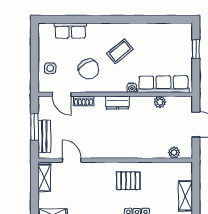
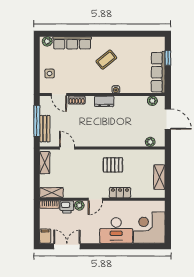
plant: (47, 29) -> (47, 41), added
row of seats: (70, 31) -> (72, 43), width x1.48
chair: (89, 69) -> (81, 74), removed
row of seats: (163, 84) -> (158, 72), moved, turned -90
plant: (160, 102) -> (152, 101), moved
window: (35, 127) -> (37, 121), width x1.44

